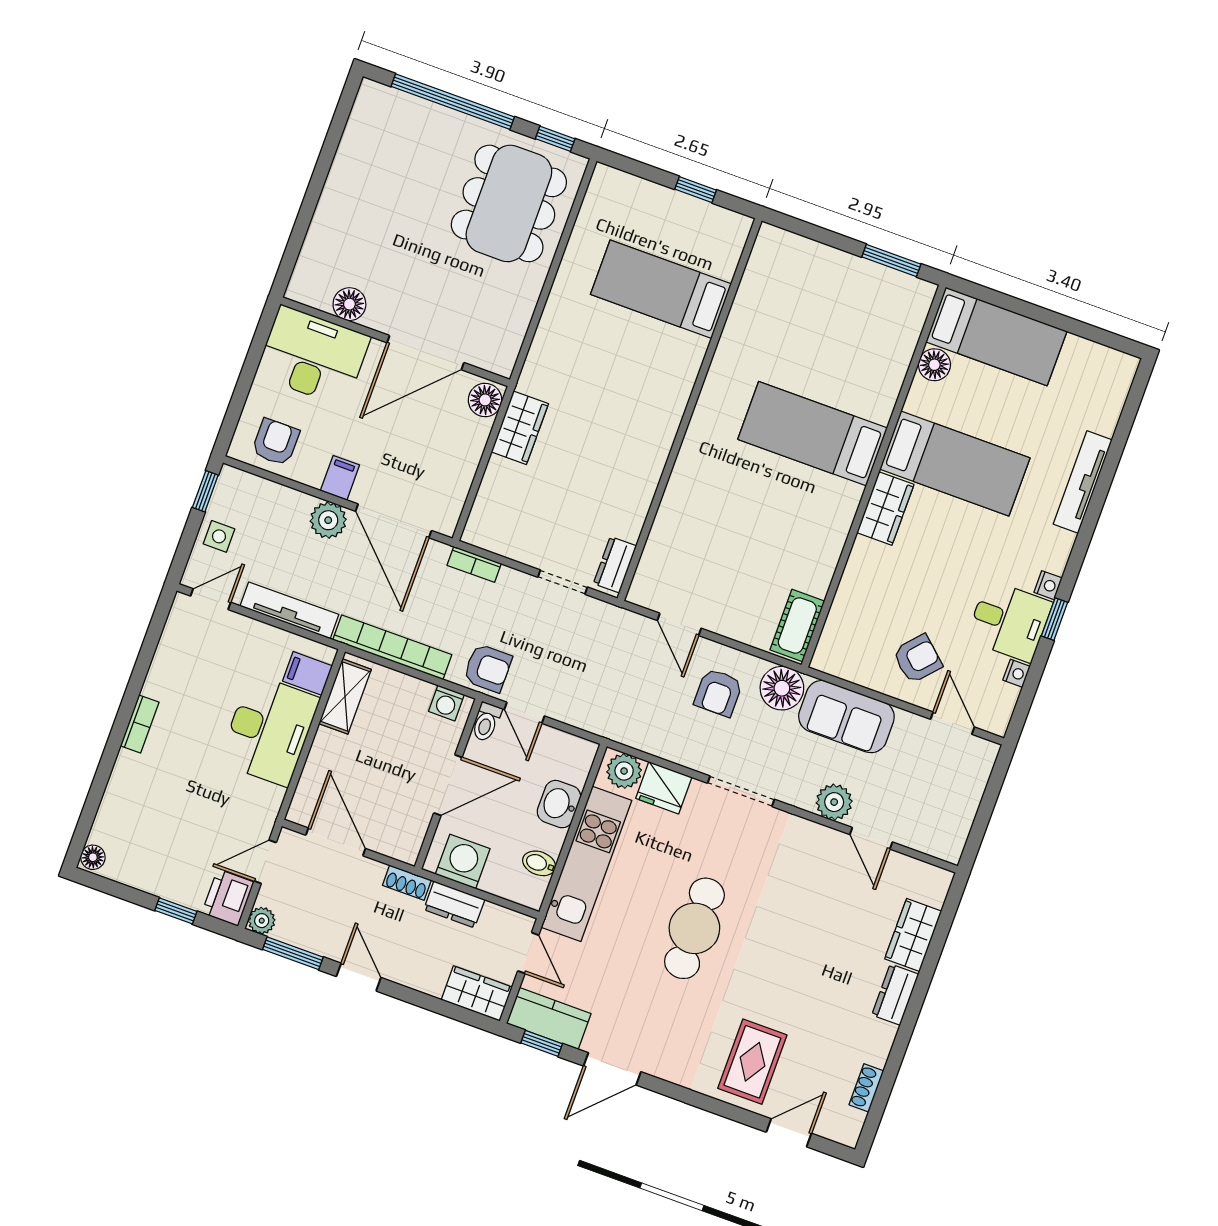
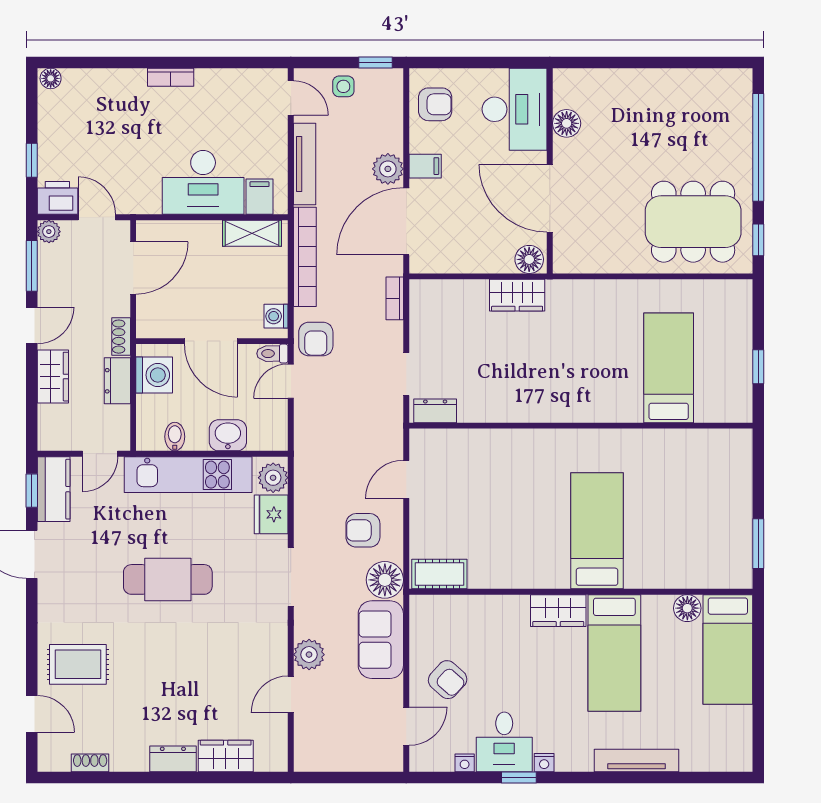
wardrobe: (477, 993) -> (53, 377), moved

